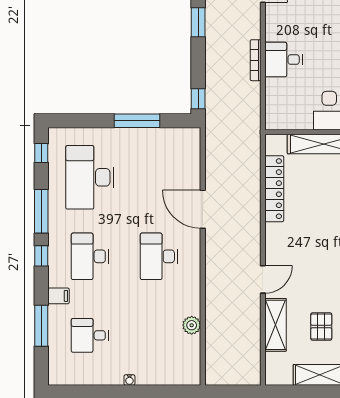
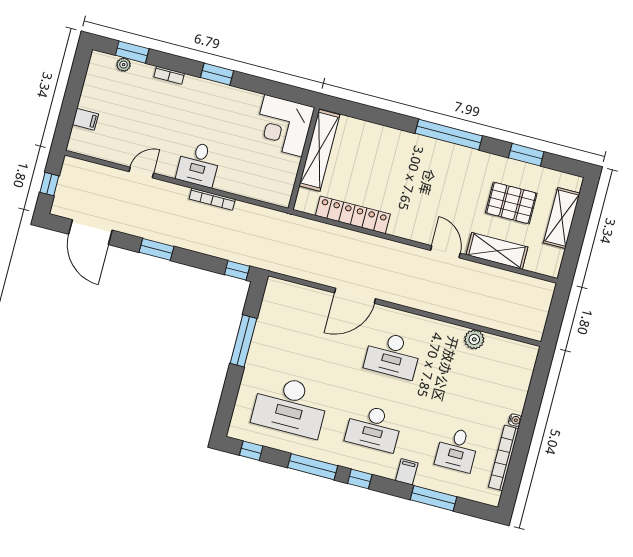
desk: (284, 60) -> (198, 164), moved
pallet: (321, 327) -> (511, 203), width x1.50, depth x1.42
bookcase: (93, 379) -> (504, 458), added

